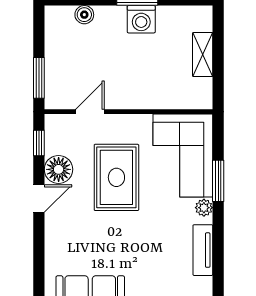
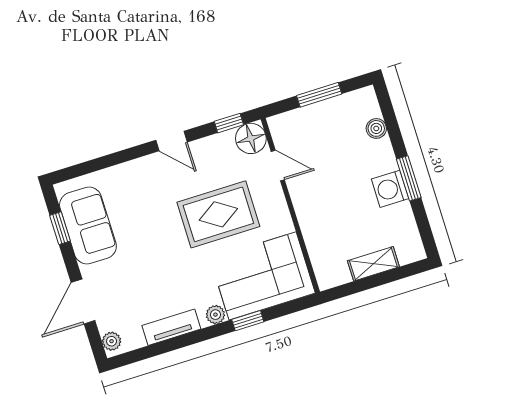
window: (39, 78) -> (319, 95), moved
floor lamp: (59, 169) -> (251, 138), moved
window: (218, 181) -> (248, 321), width x0.67

